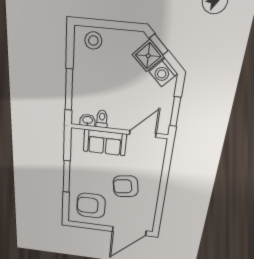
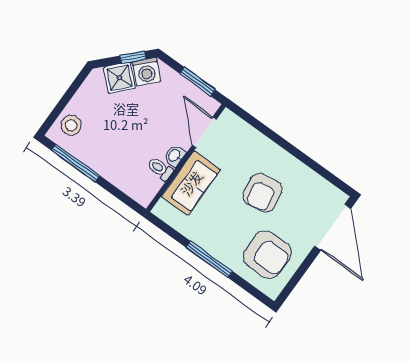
window: (159, 44) -> (133, 57), moved
window: (69, 90) -> (75, 163), moved
washbasin: (88, 120) -> (175, 156), moved
armchair: (91, 206) -> (267, 255), turned -90

